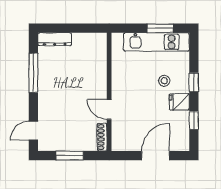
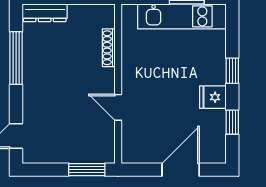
stool: (164, 81) -> (192, 69), removed
shoe rack: (102, 137) -> (109, 48), moved
window: (70, 156) -> (87, 170), moved

